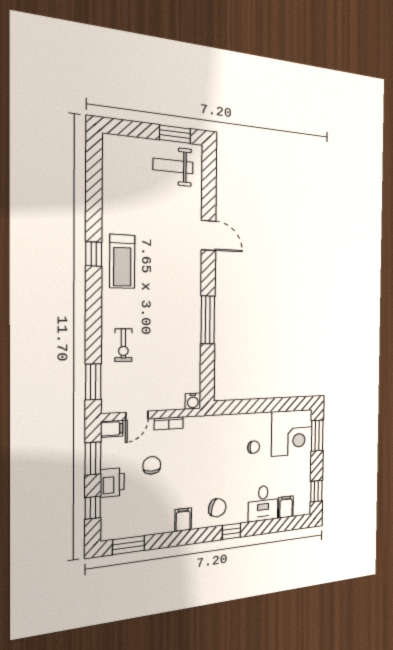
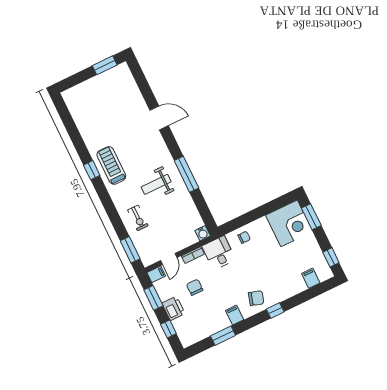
weight bench: (173, 166) -> (156, 184), moved
treadmill: (122, 261) -> (111, 165), turned 180
chair: (254, 447) -> (244, 237), moved
desk: (263, 503) -> (219, 253), moved, turned 180
window: (129, 545) -> (223, 336), moved

